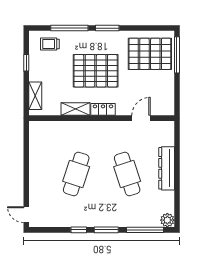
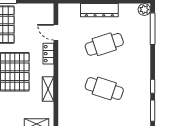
locker: (103, 109) -> (48, 54), moved
window: (106, 230) -> (153, 111), moved

